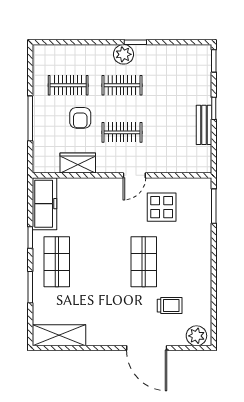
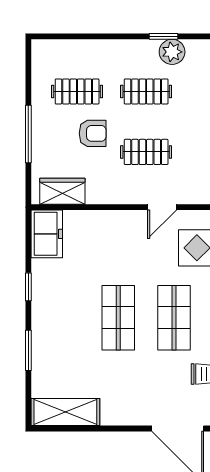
plant: (124, 54) -> (172, 52), moved
armchair: (80, 118) -> (93, 133), turned -90
wardrobe: (78, 163) -> (62, 191), moved
freezer: (45, 204) -> (47, 234), width x0.71
shop shelf: (57, 262) -> (118, 318), moved

